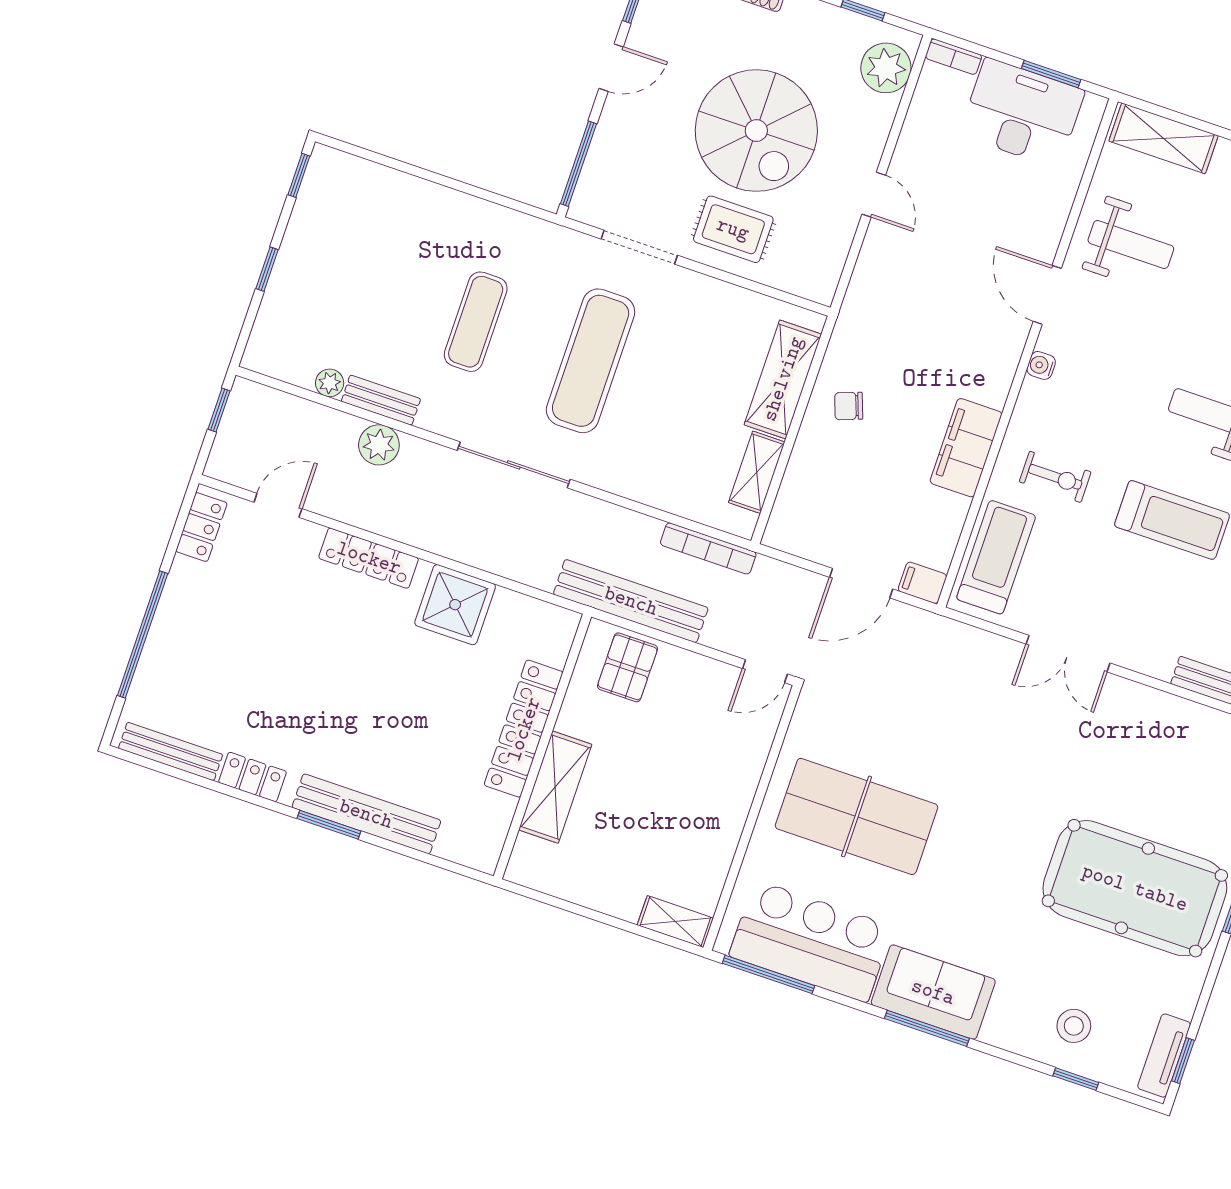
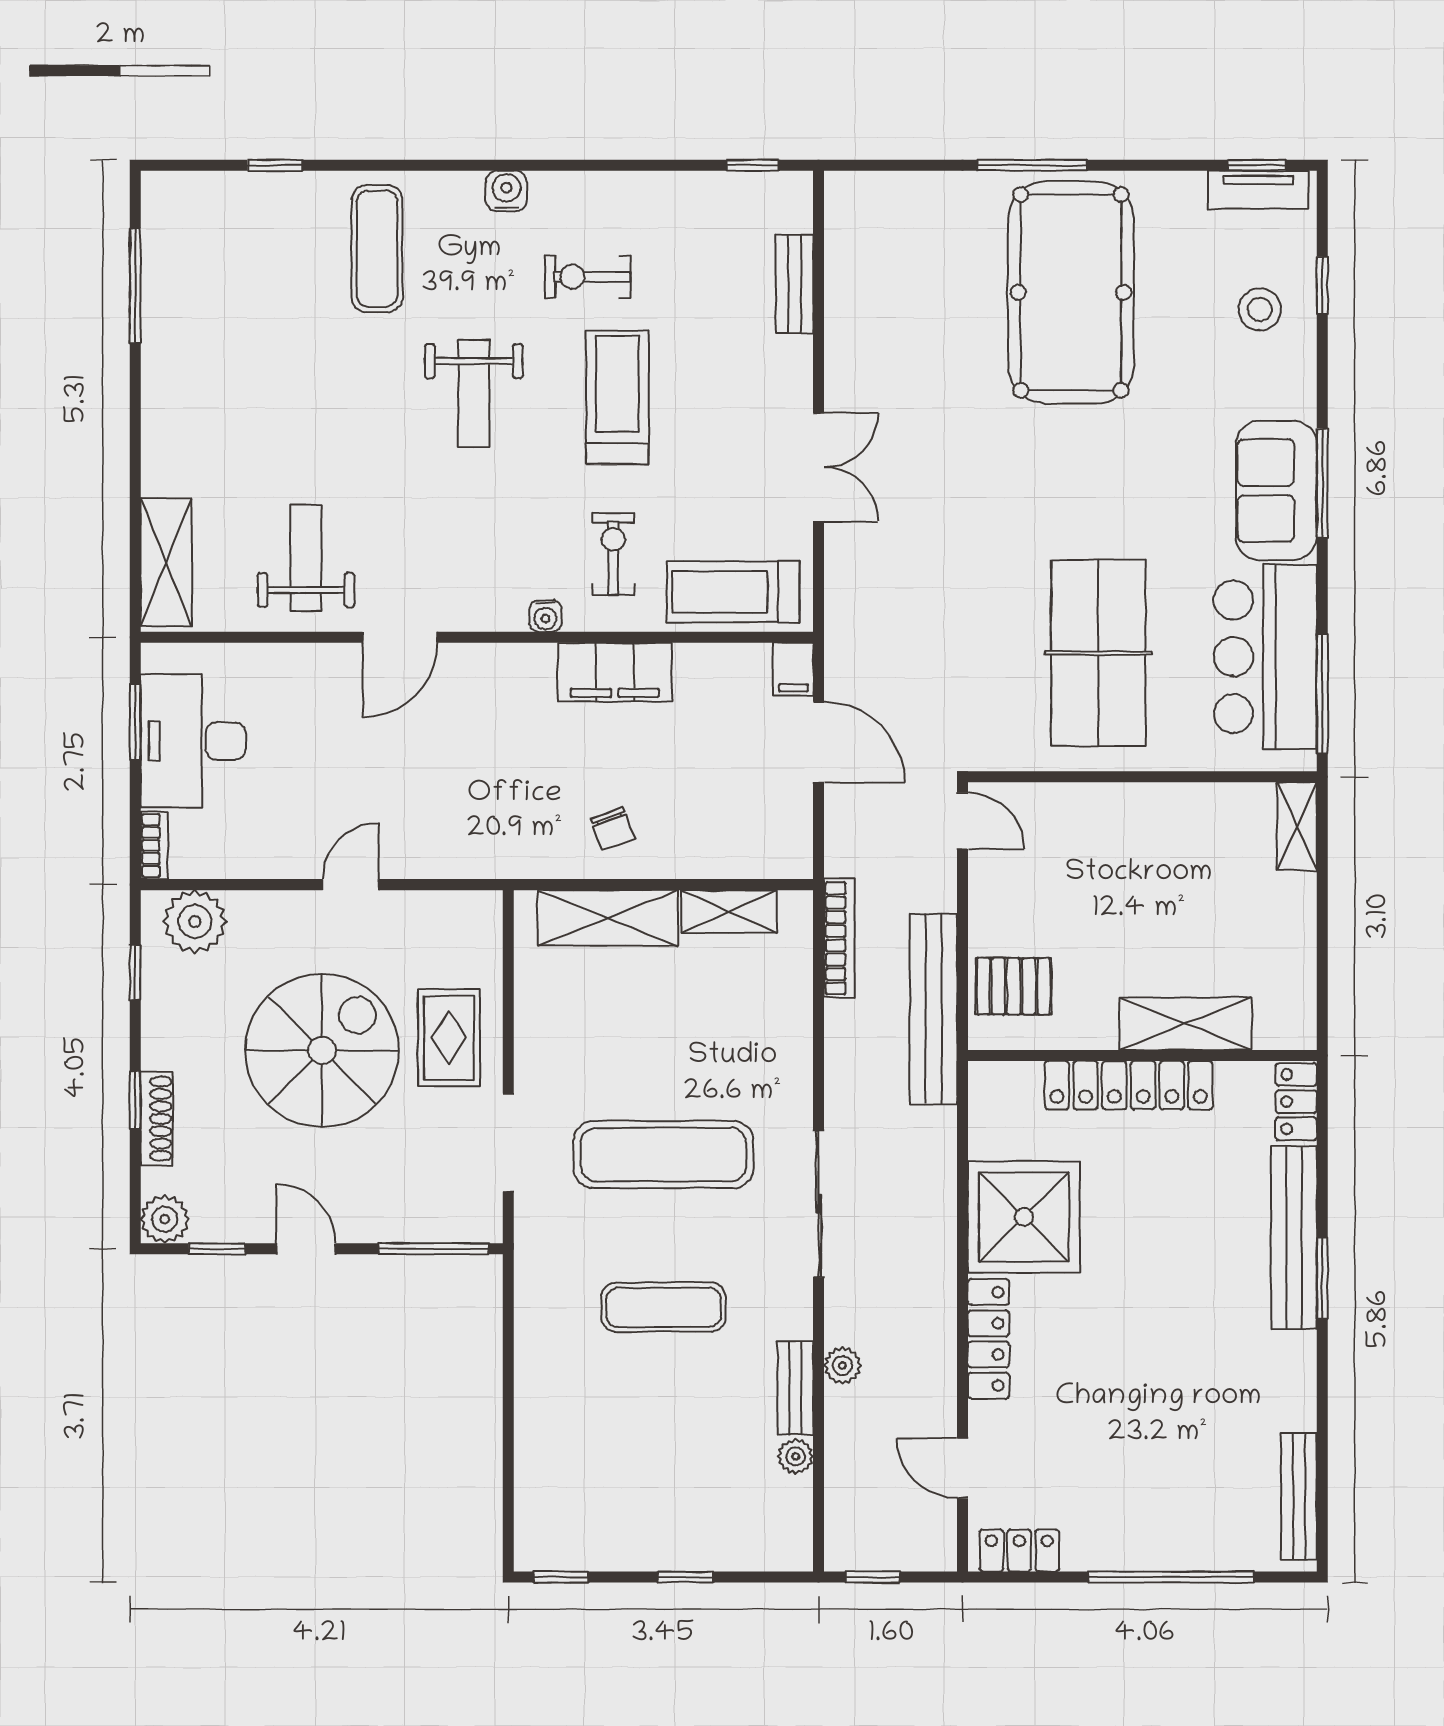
water cooler: (1041, 365) -> (545, 616), moved
plant: (379, 445) -> (842, 1366), width x0.73, depth x0.73
shower: (455, 605) -> (1024, 1217), width x1.37, depth x1.37
locker: (252, 777) -> (1296, 1102), moved

